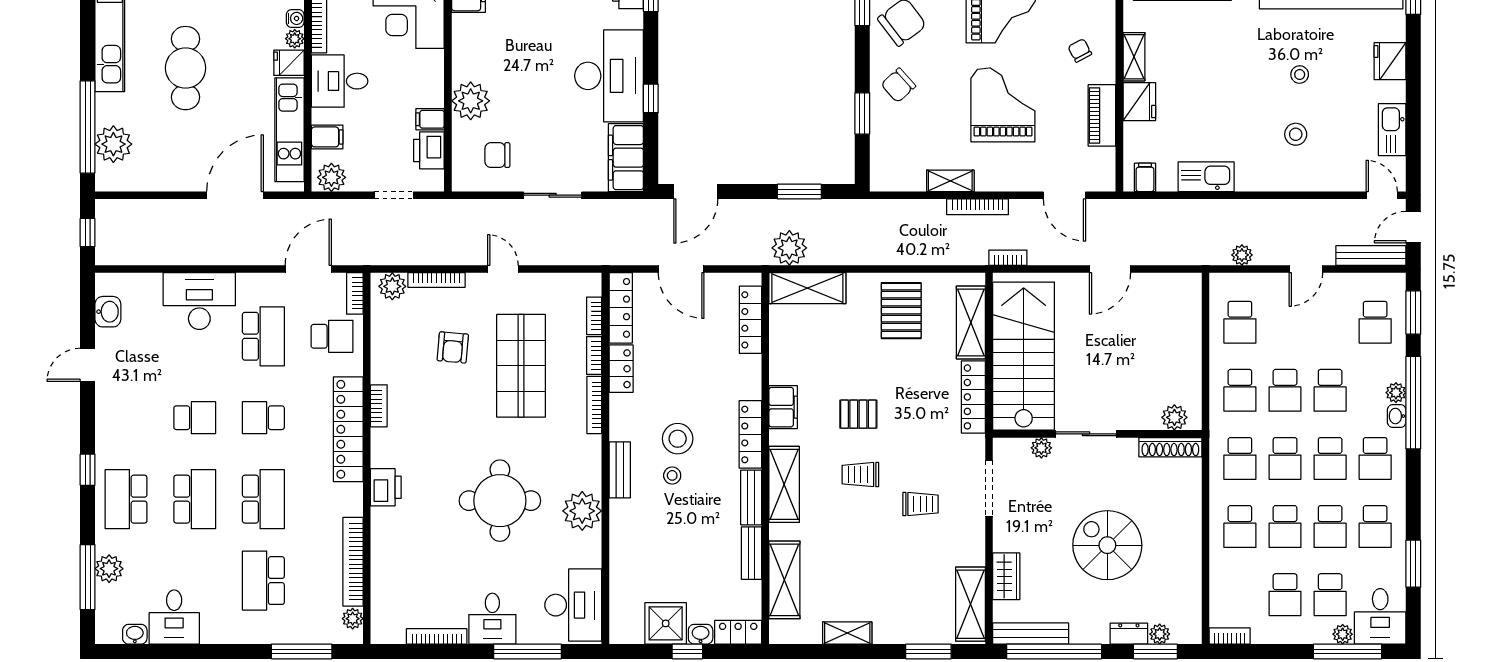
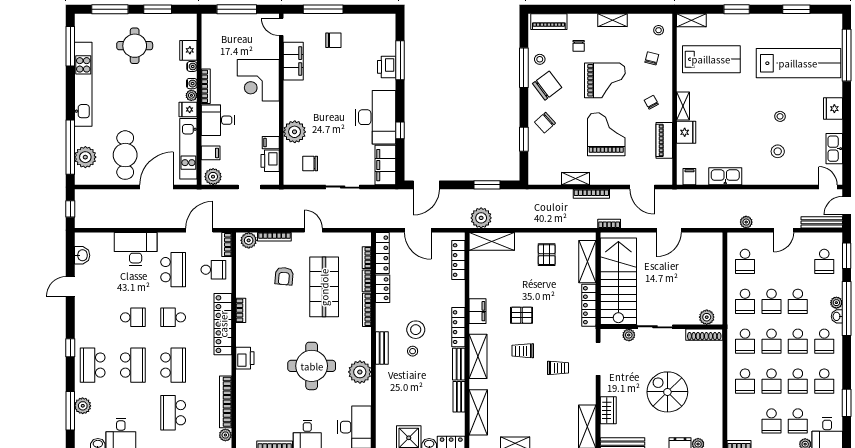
cafe table: (186, 68) -> (125, 155), moved
pallet: (901, 311) -> (547, 255), width x0.67, depth x0.71

